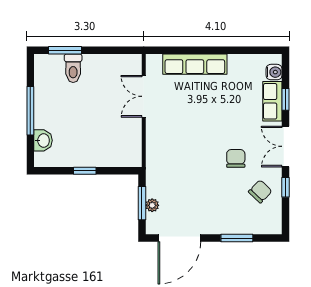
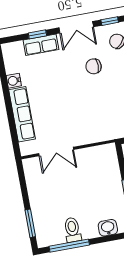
toilet: (73, 68) -> (72, 230), moved, turned -90
water cooler: (274, 72) -> (14, 81), moved, turned -90
window: (30, 111) -> (69, 246), moved

